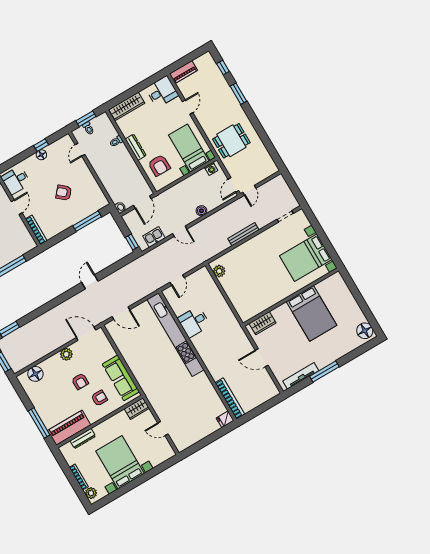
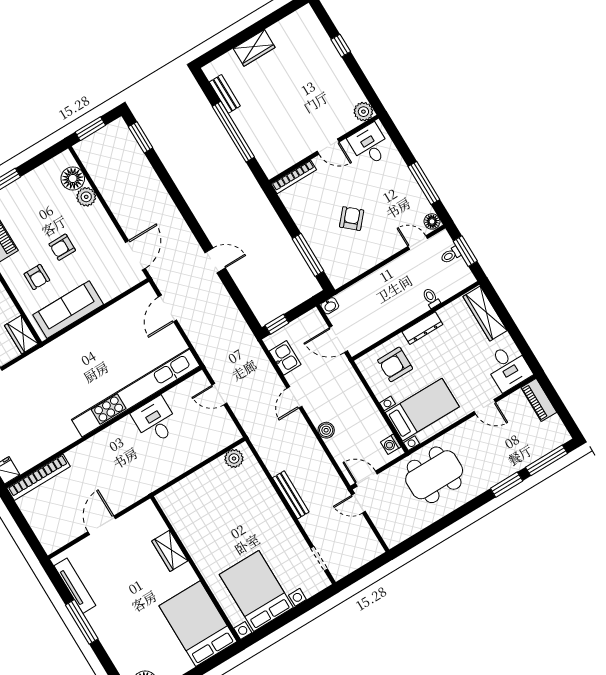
window: (223, 67) -> (546, 460), width x2.17
dining table: (231, 141) -> (434, 475), width x1.38
window: (41, 145) -> (424, 183), width x2.17
floor lamp: (41, 155) -> (432, 221), moved
bed: (312, 313) -> (198, 624), moved, turned 90
wardrobe: (263, 323) -> (170, 551), moved
plant: (66, 354) -> (86, 197), moved

